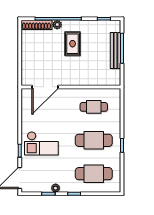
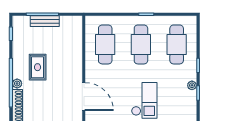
rug: (73, 44) -> (38, 67), turned 90
bench: (116, 50) -> (45, 21), width x0.73
cafe table: (94, 107) -> (105, 44), width x1.37, depth x1.35

